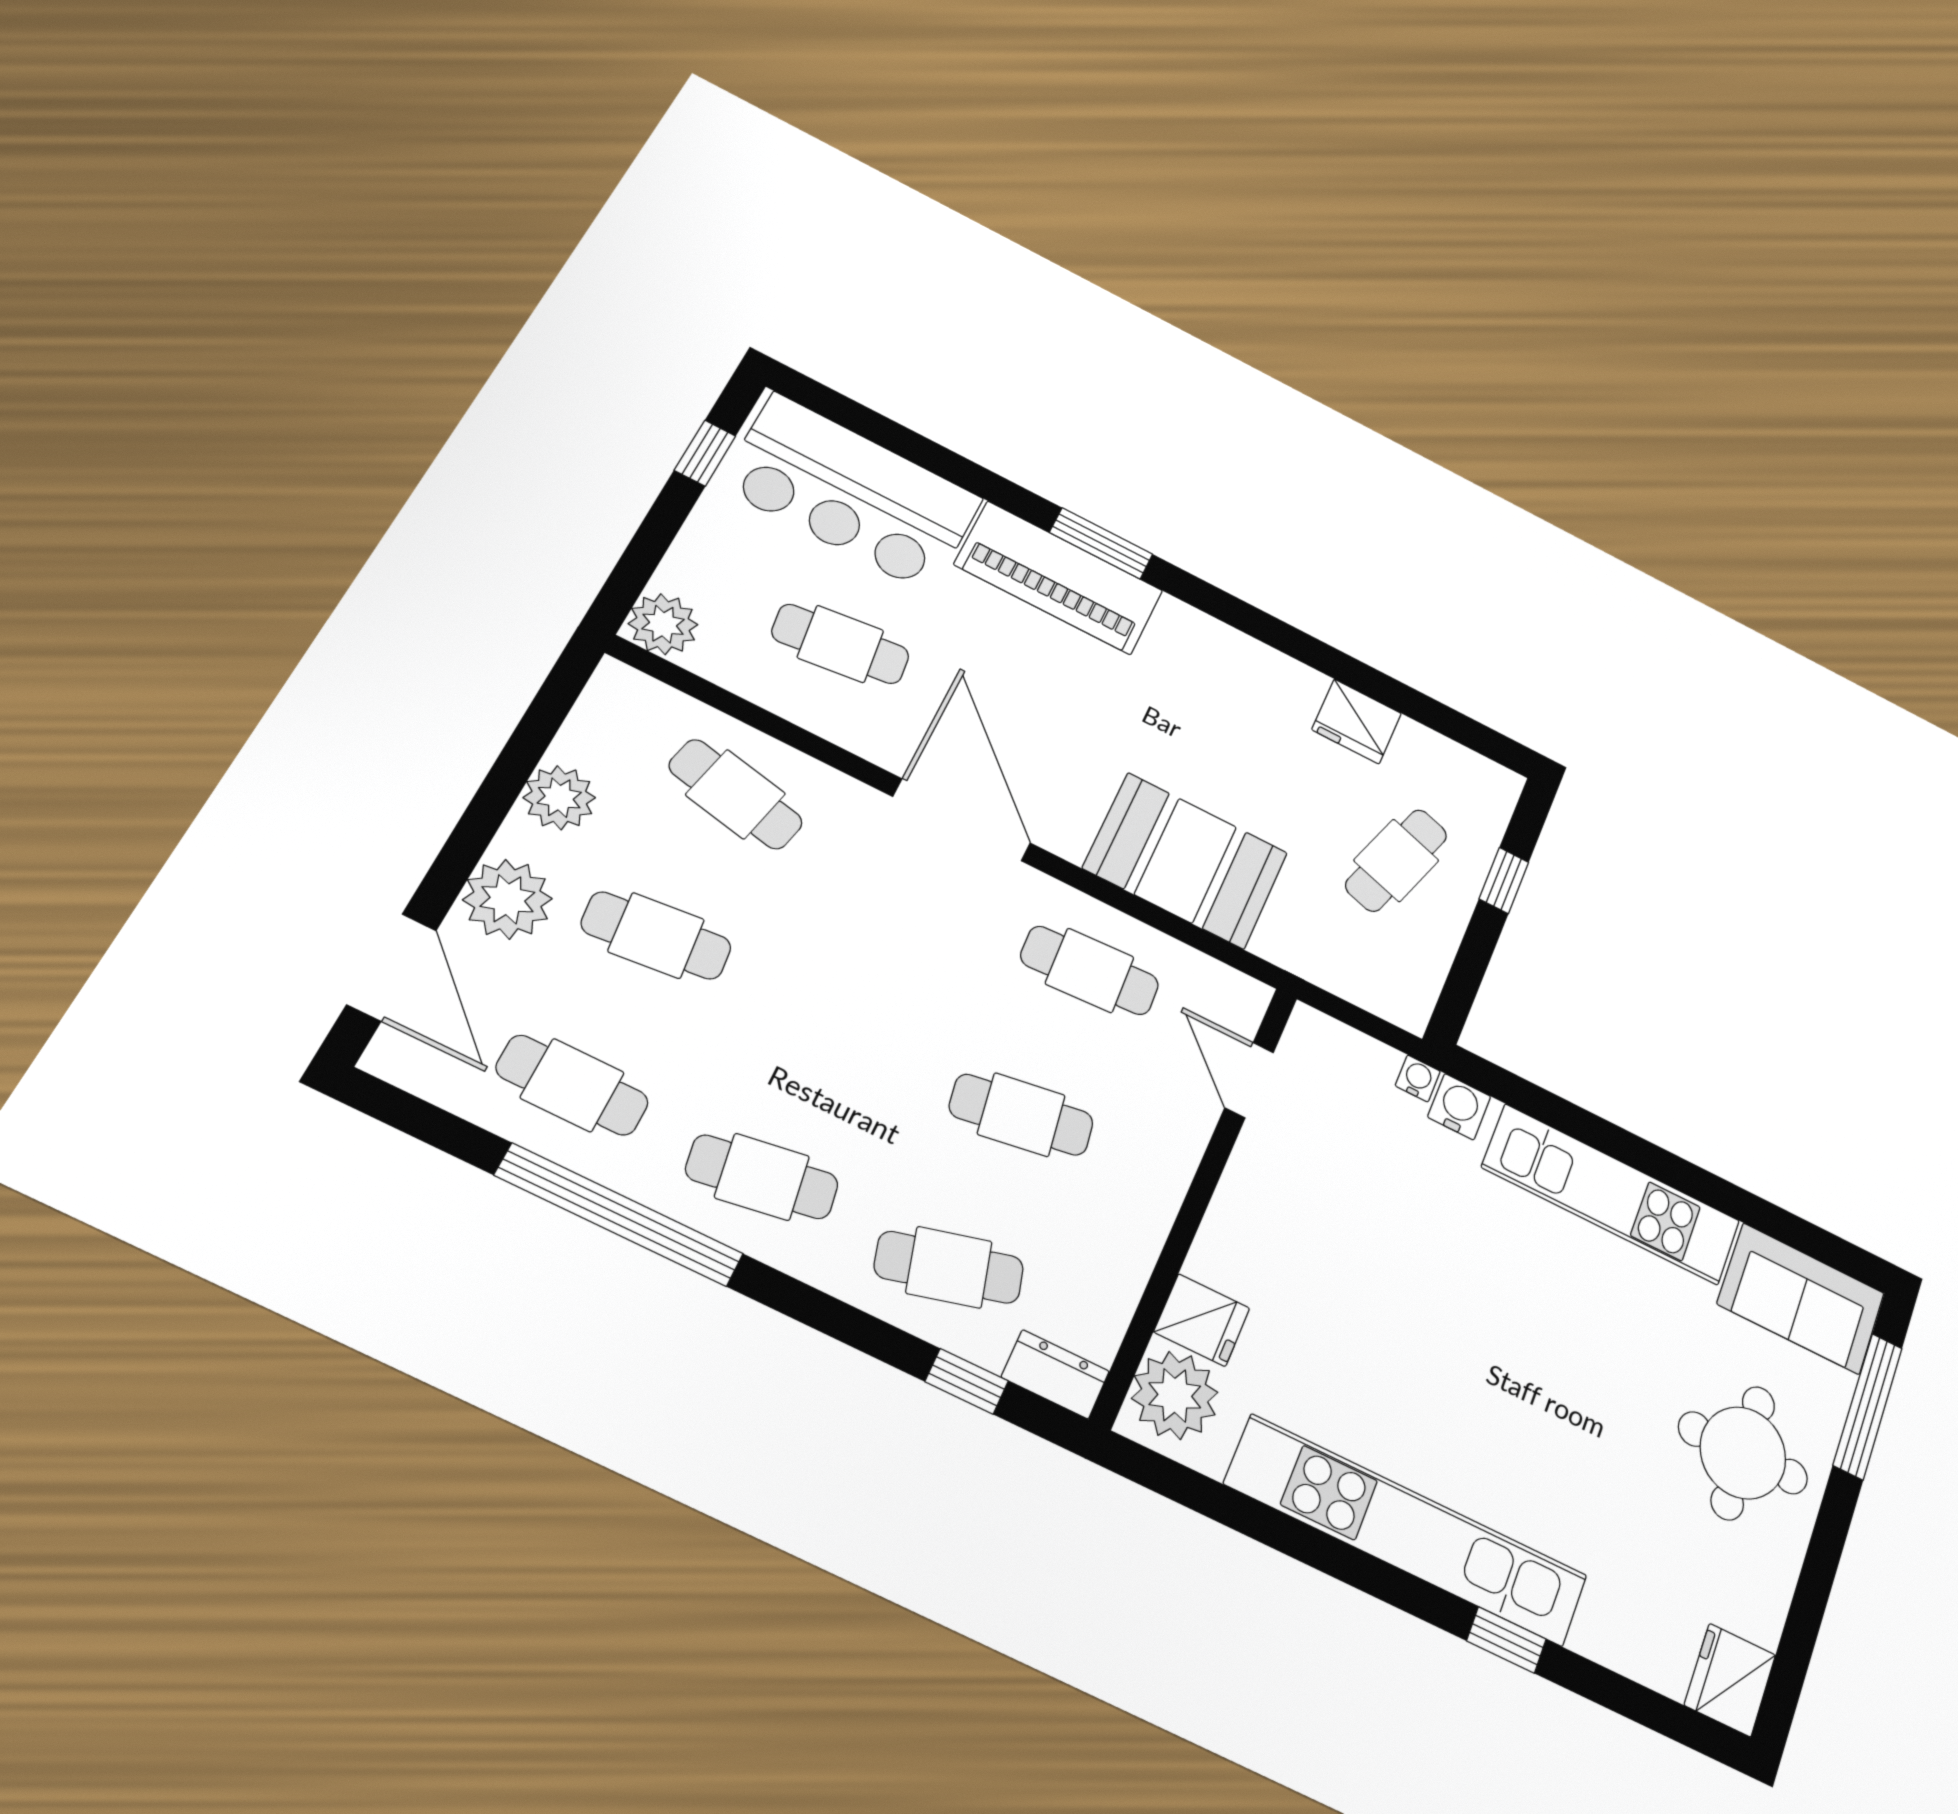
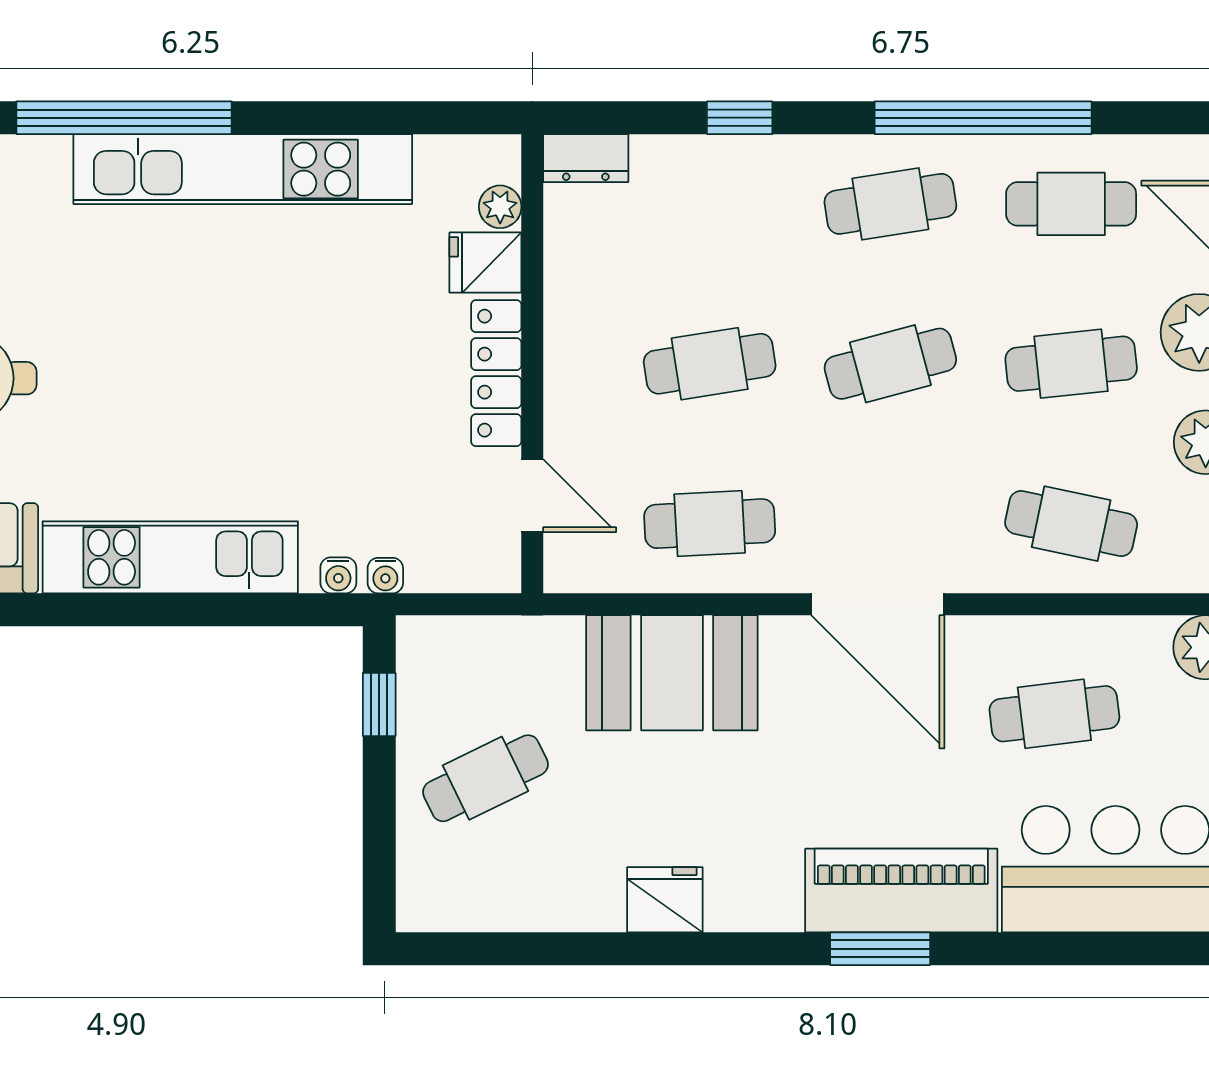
fridge: (1357, 721) -> (665, 900), moved
cafe table: (1396, 860) -> (485, 778), turned 46
window: (1504, 880) -> (379, 704), moved
water cooler: (1459, 1107) -> (338, 575), width x0.72, depth x0.72
locker: (1236, 1209) -> (496, 373), added
cafe table: (949, 1267) -> (890, 364), moved
window: (967, 1381) -> (740, 118), moved
plant: (1175, 1395) -> (500, 207), width x0.53, depth x0.53
window: (1506, 1640) -> (124, 118), width x3.17

